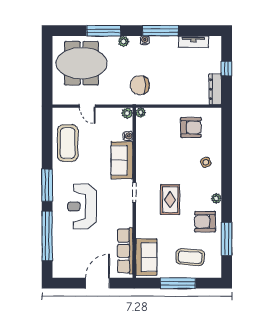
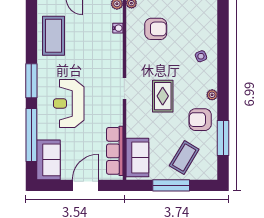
armchair: (191, 127) -> (156, 29), moved
sofa: (122, 160) -> (49, 160), moved, turned 180
coffee table: (190, 257) -> (184, 158), turned -63

